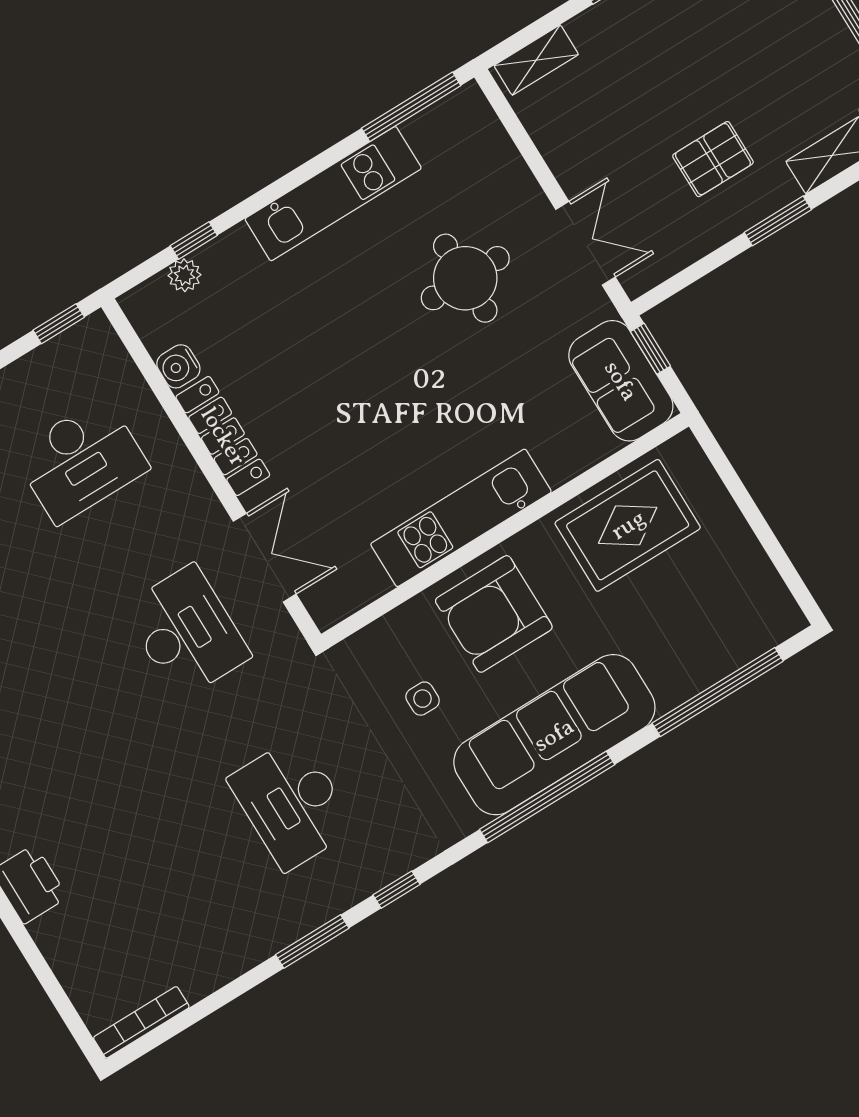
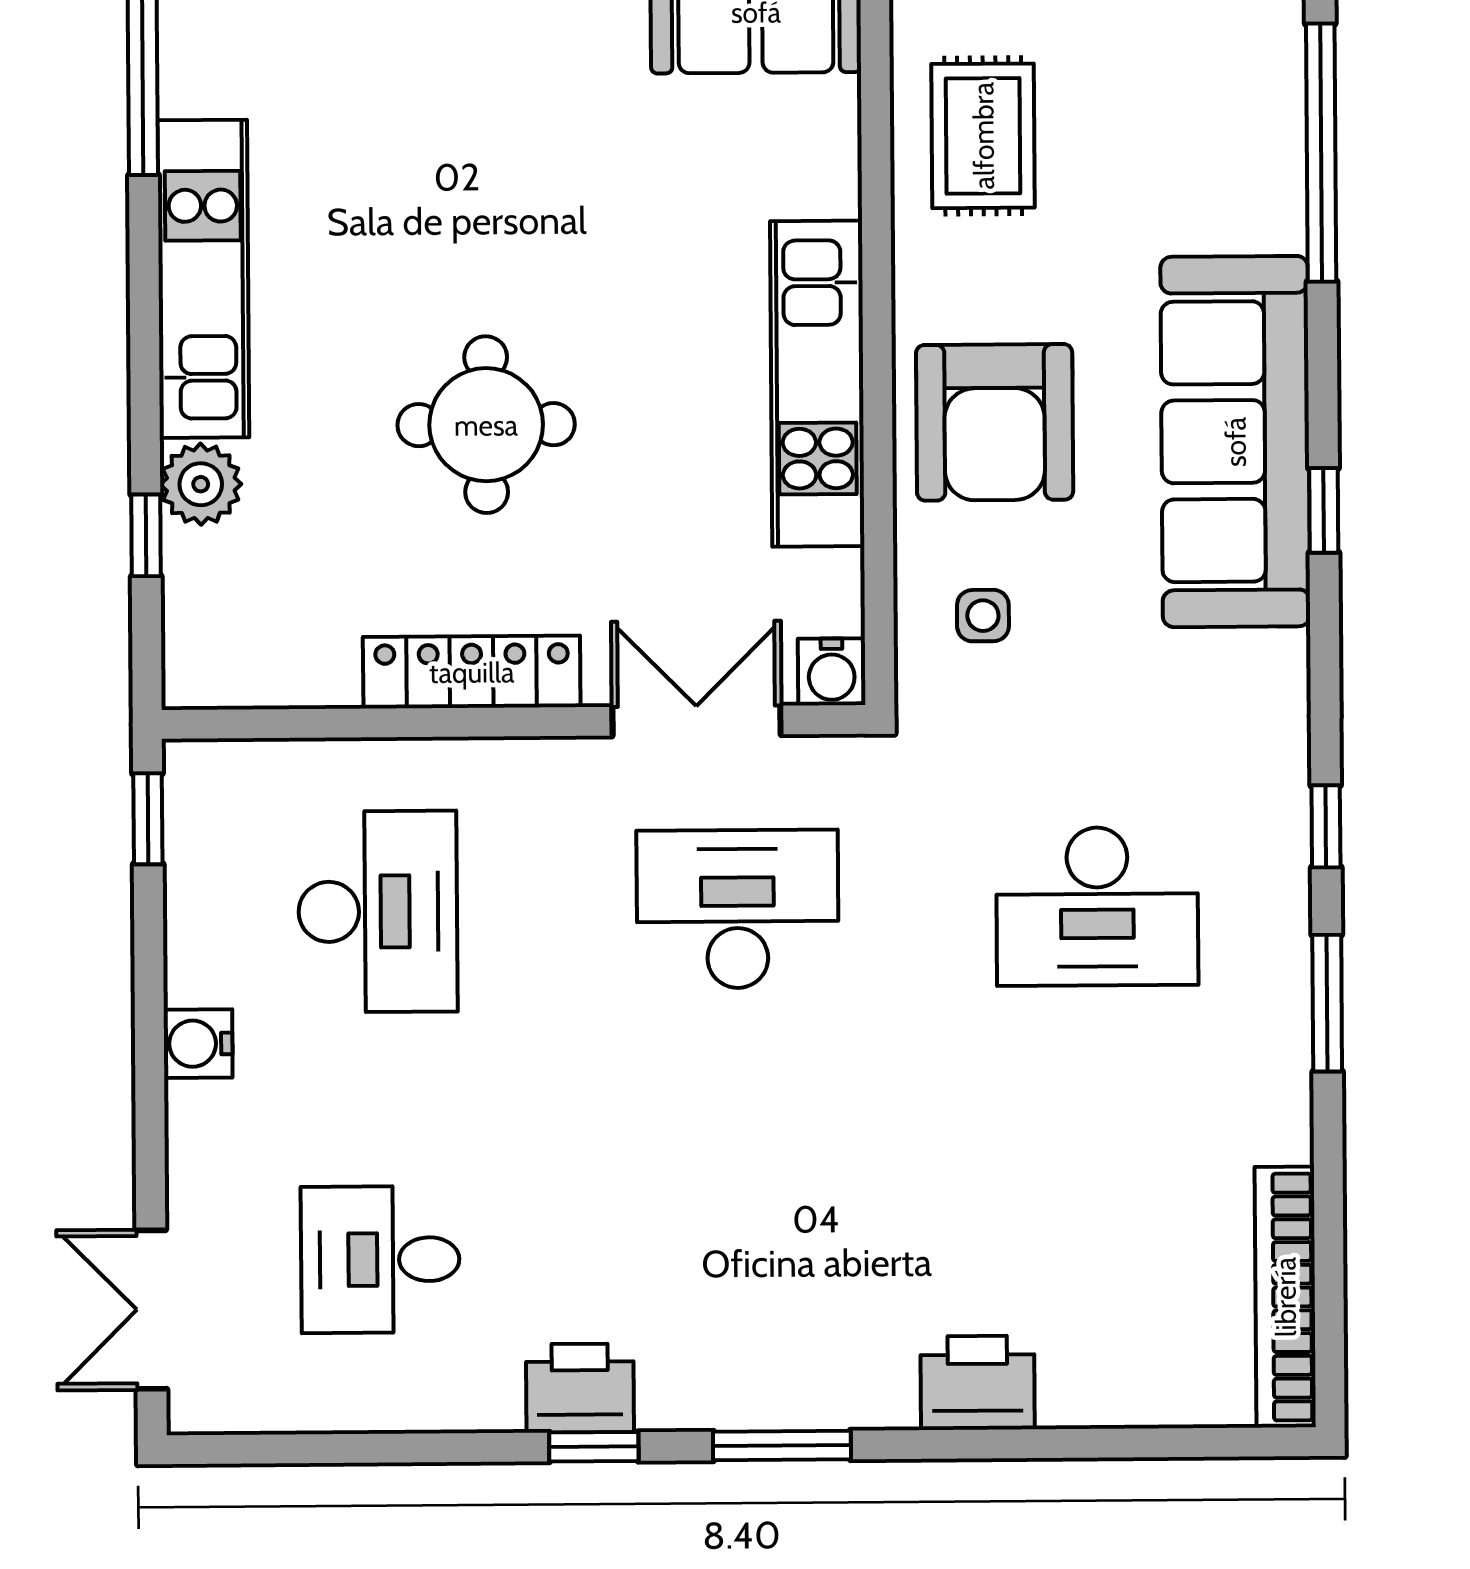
plant: (184, 275) -> (201, 484), moved, width x1.38, depth x1.38
round table: (465, 278) -> (486, 425), moved
water cooler: (178, 366) -> (832, 672), moved
rug: (628, 525) -> (983, 136), width x0.73, depth x0.70
side table: (423, 699) -> (983, 616), moved
window: (547, 797) -> (1324, 510), width x0.32
bookcase: (141, 1022) -> (1285, 1297), width x1.48, depth x1.31

